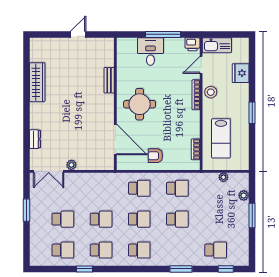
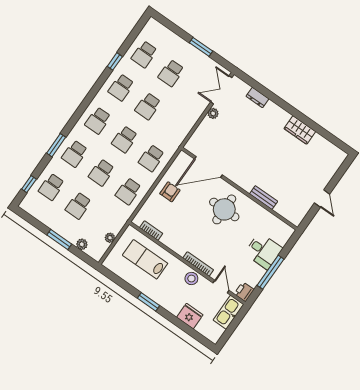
wardrobe: (37, 82) -> (300, 130), width x0.67
school desk: (216, 219) -> (78, 206), added
school desk: (177, 250) -> (75, 154), added

